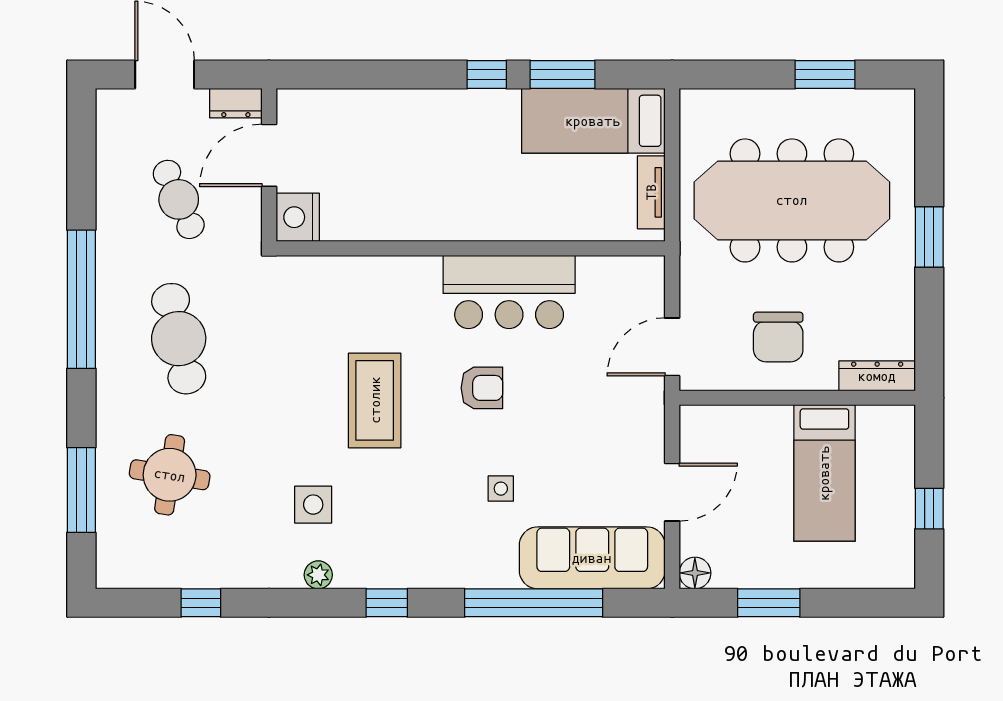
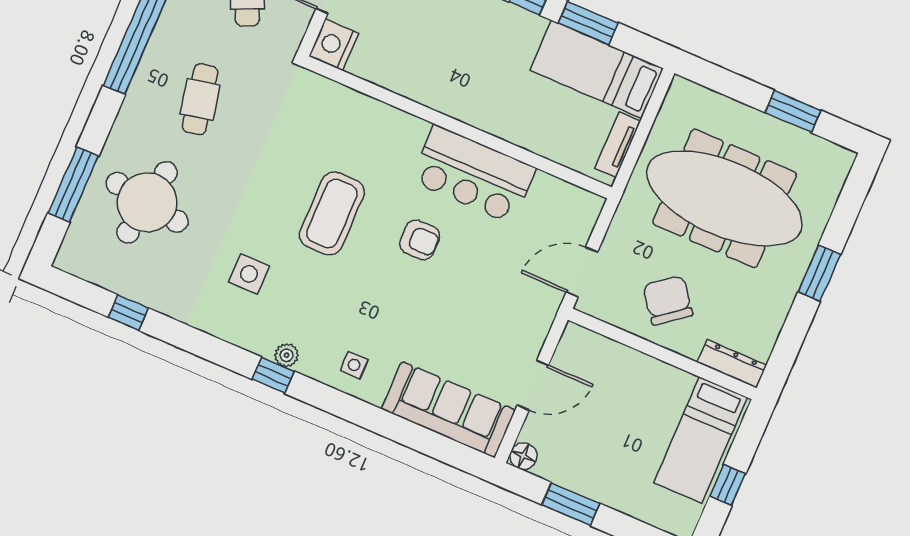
chair: (778, 337) -> (668, 300), turned 142
cafe table: (179, 339) -> (200, 99), width x0.73, depth x0.74
bed: (824, 473) -> (701, 440), moved
round table: (170, 475) -> (147, 202), width x1.36, depth x1.36
side table: (501, 489) -> (354, 365), moved
plant: (318, 575) -> (287, 355), moved
window: (534, 603) -> (388, 425), removed

